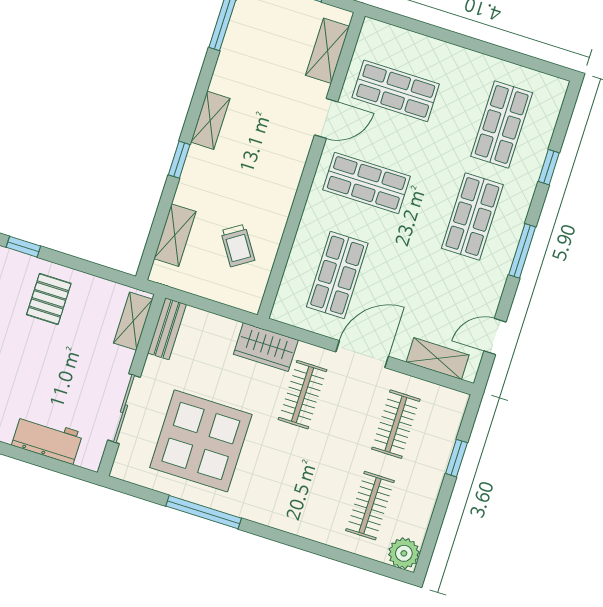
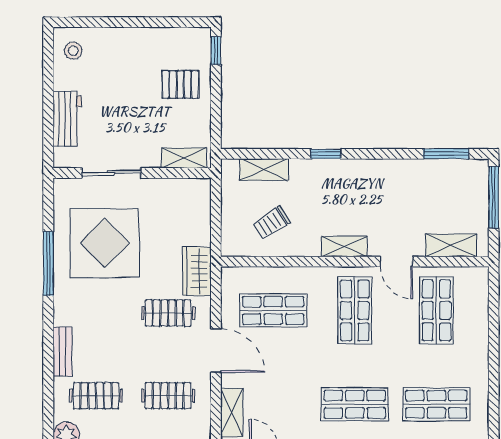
shelving: (210, 120) -> (344, 247), moved
bench: (167, 329) -> (62, 352), moved, turned 90

